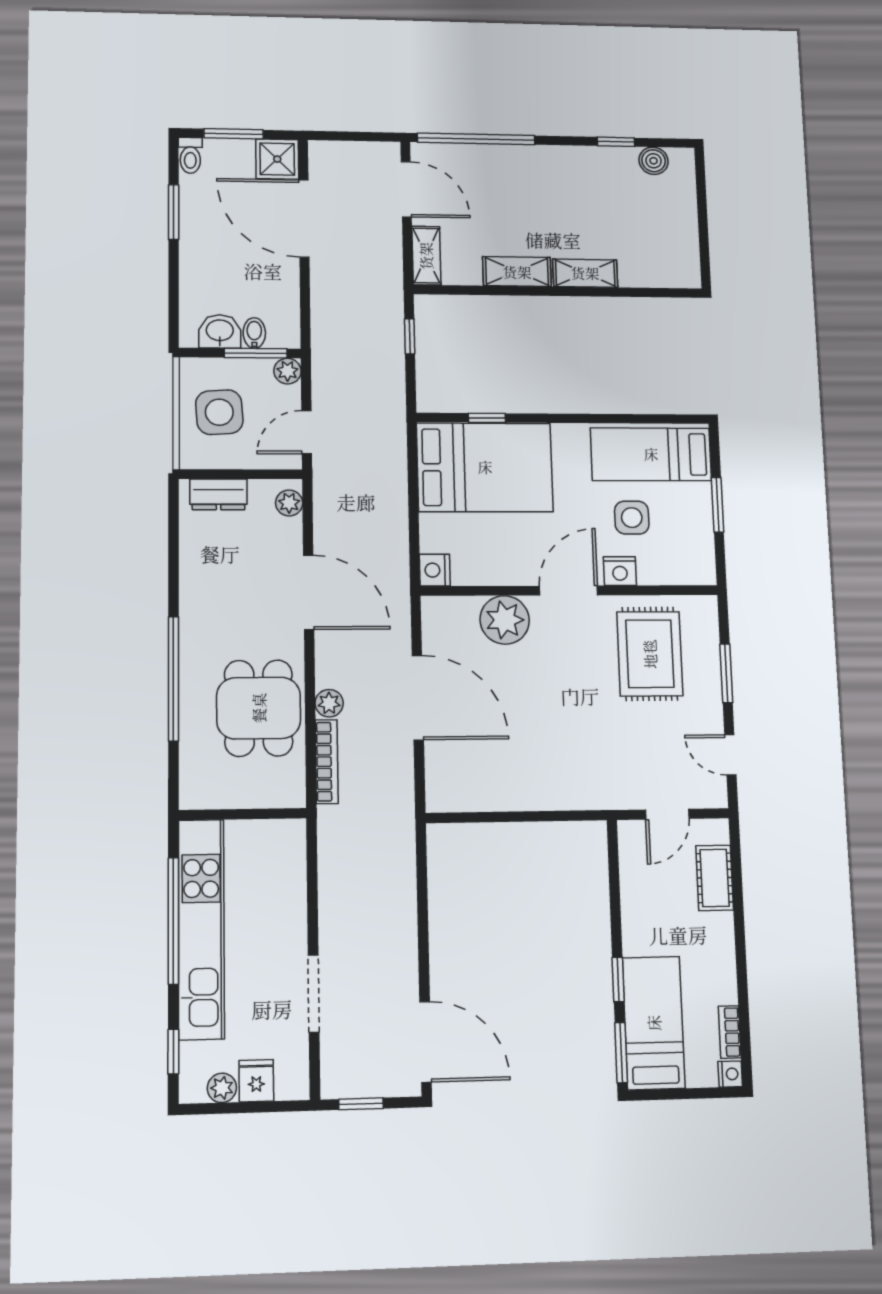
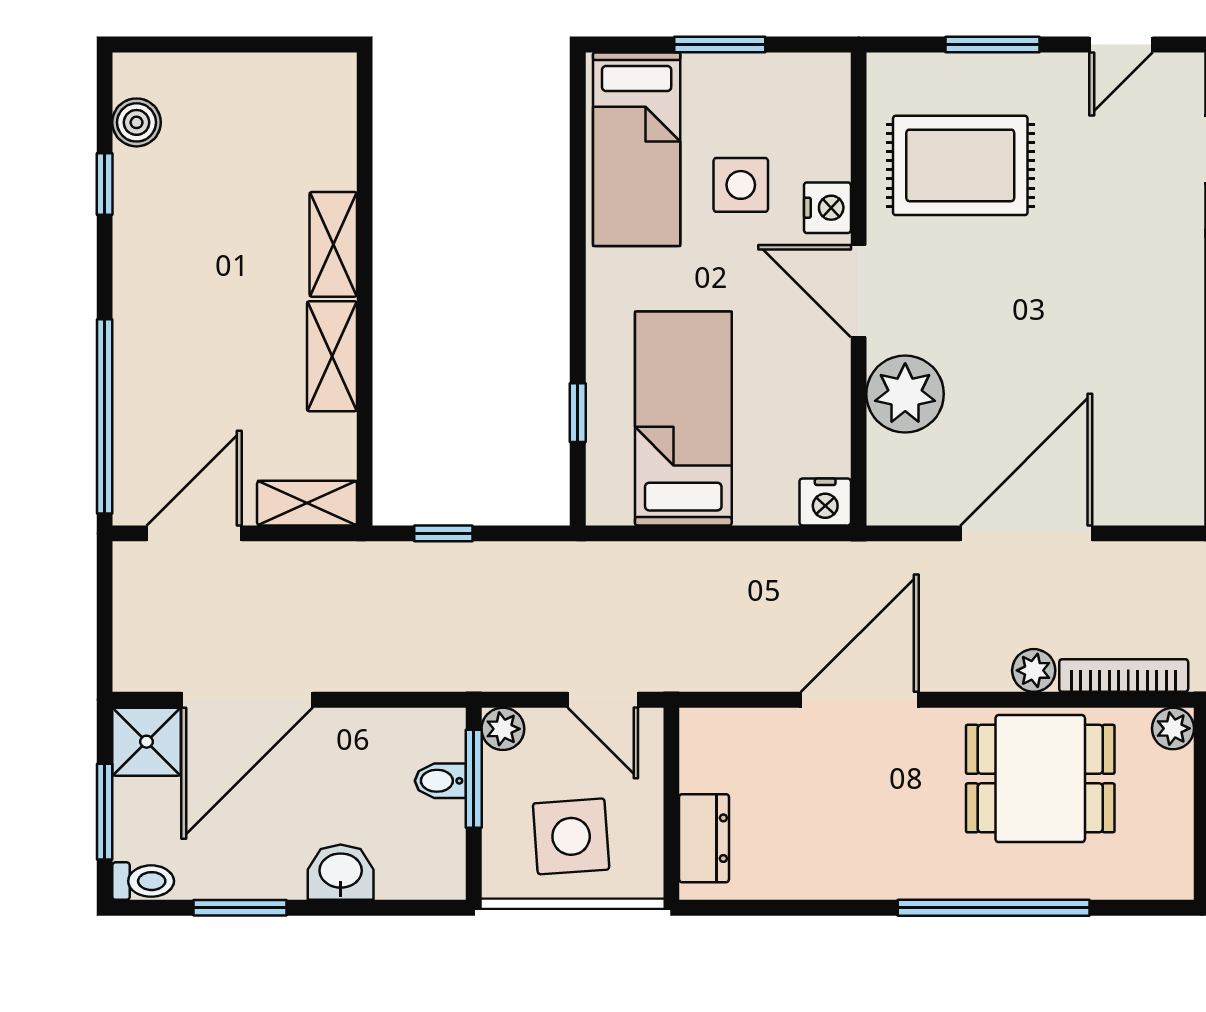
washbasin: (220, 331) -> (341, 872), moved, turned 90
bed: (485, 467) -> (683, 418), width x0.67
plant: (289, 503) -> (1173, 728), moved

